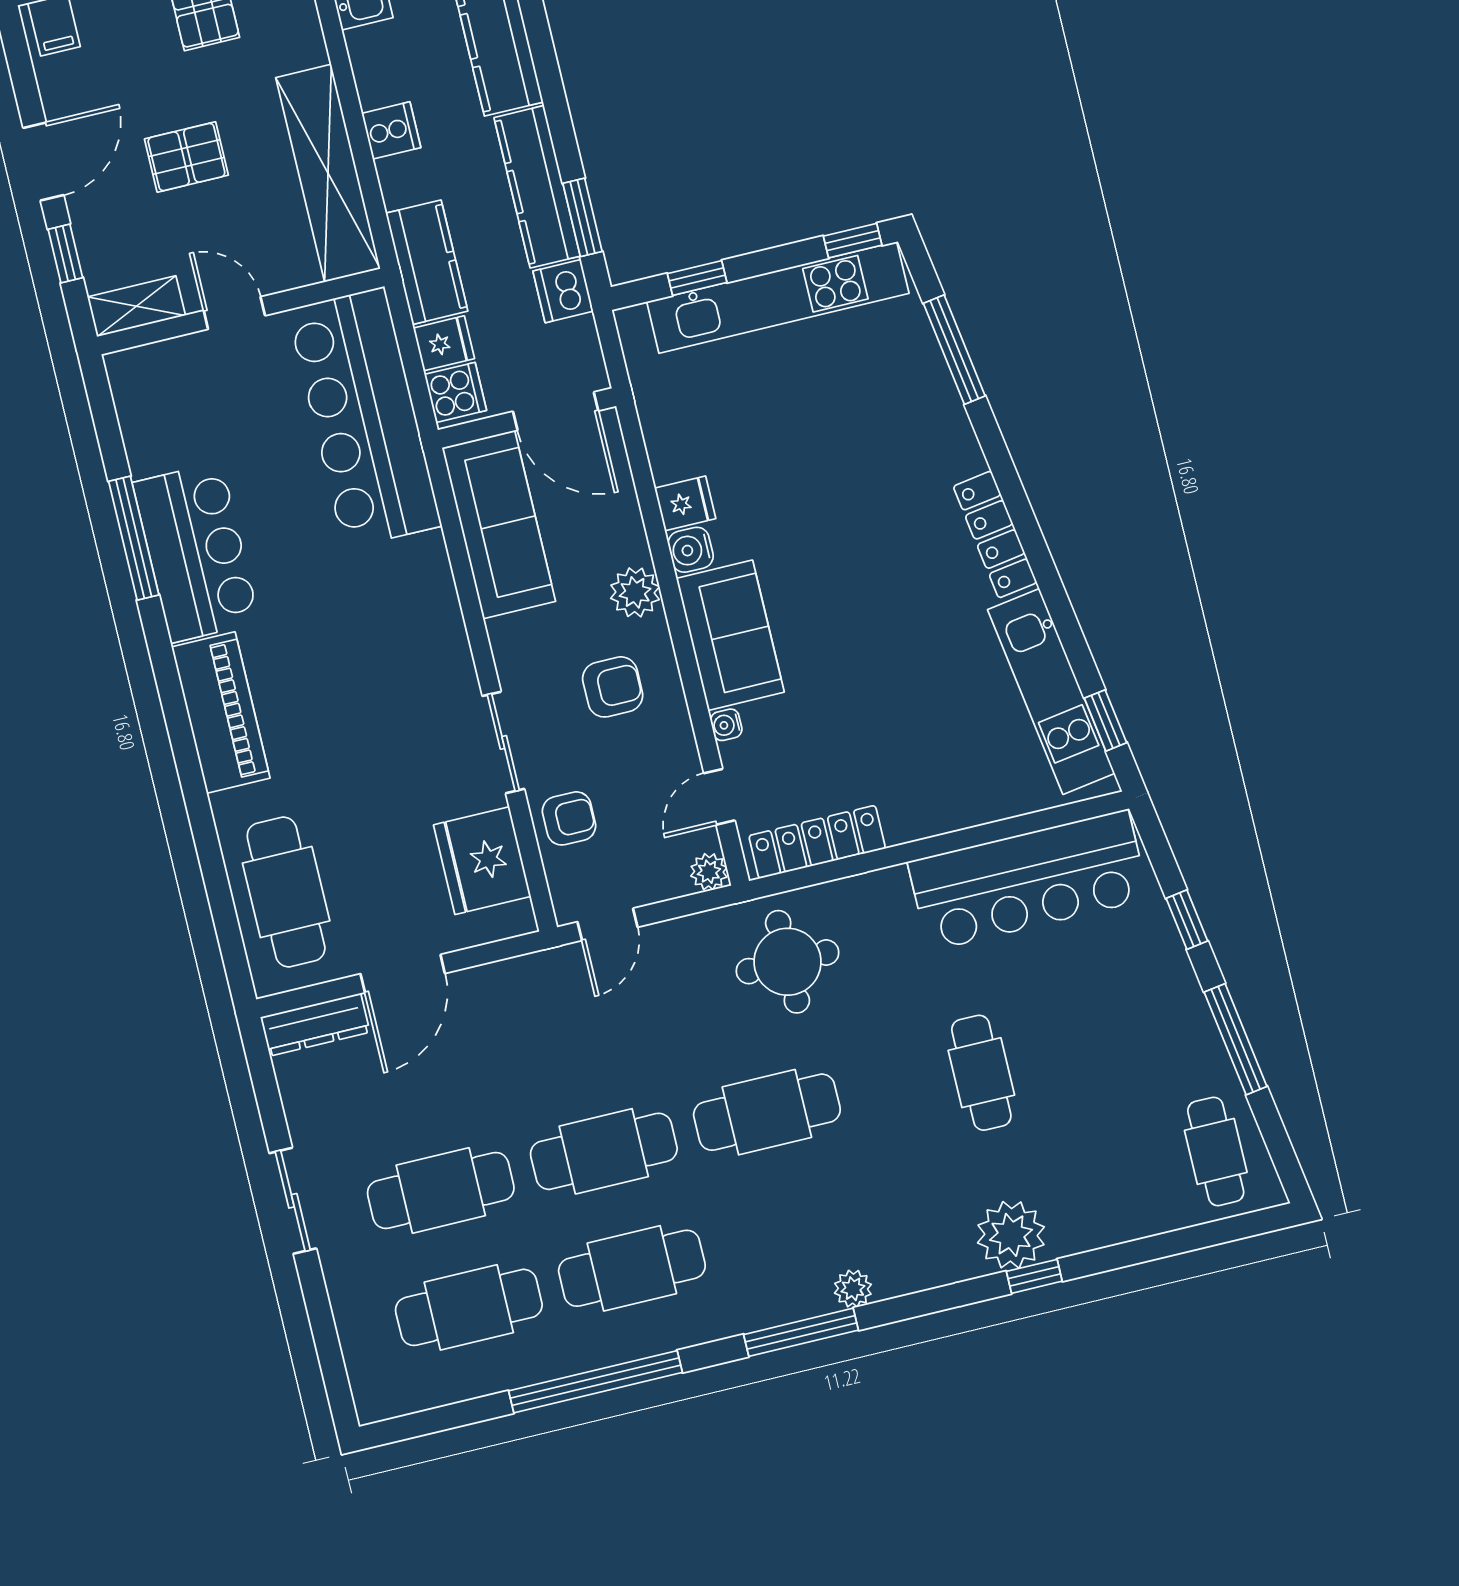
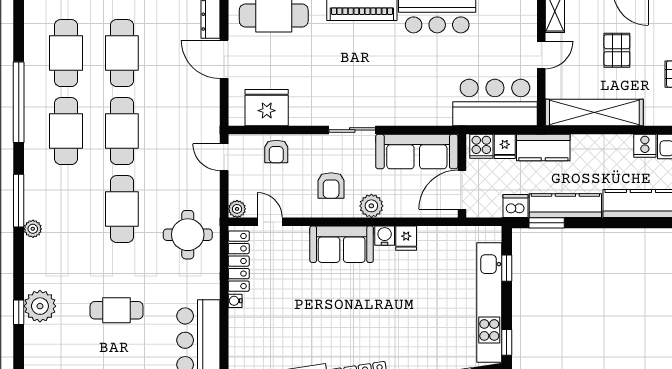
cooker: (391, 130) -> (645, 146), moved
bar counter: (365, 418) -> (495, 102), width x0.73
water cooler: (726, 725) -> (235, 301), moved, turned -90
sliding door: (503, 742) -> (352, 130), moved

